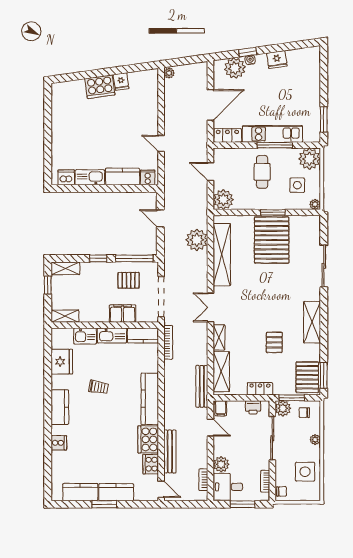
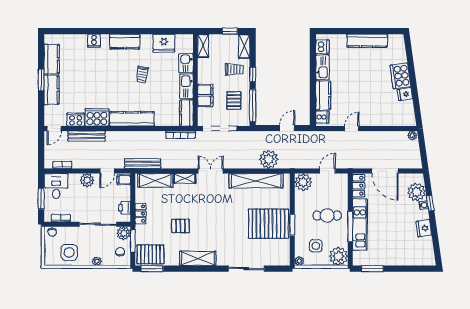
kitchen counter: (59, 125) -> (367, 41), added
trolley: (92, 280) -> (234, 69), added
plant: (221, 464) -> (87, 180), moved

